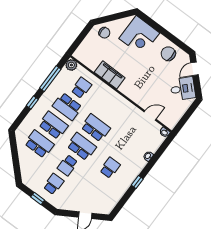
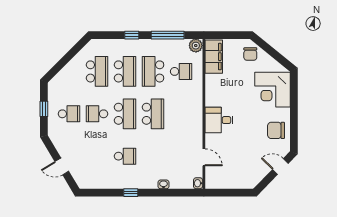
chair: (168, 54) -> (276, 130), turned -93
filing cabinet: (110, 75) -> (214, 57), moved
desk: (183, 89) -> (219, 120), moved, turned 136

